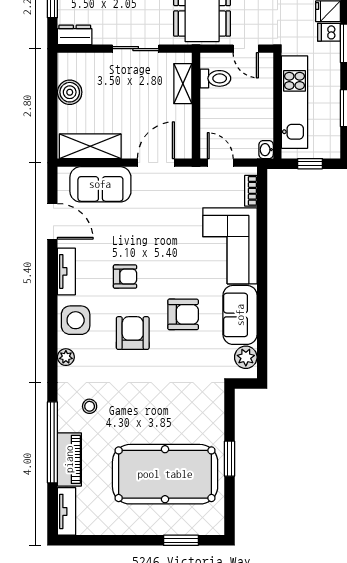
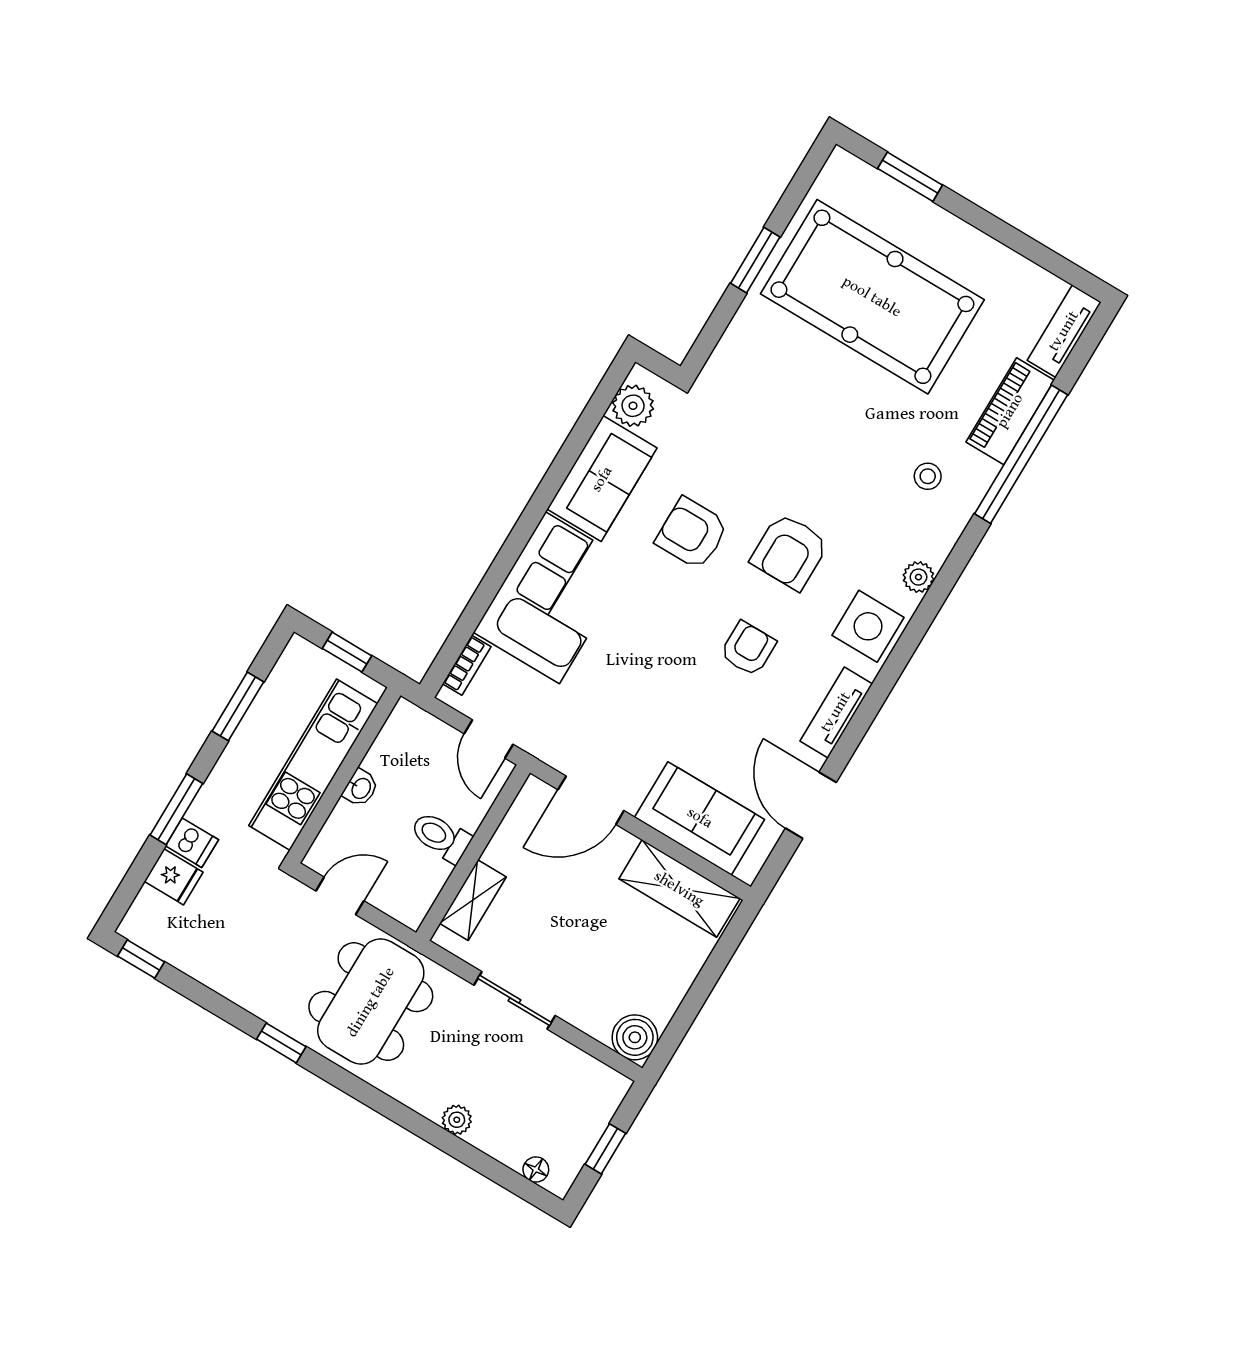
dresser: (75, 35) -> (598, 1080), removed
door: (246, 49) -> (340, 896), hinge flipped
toilet: (215, 78) -> (441, 837), moved
boiler: (70, 92) -> (635, 1037), moved
washbasin: (266, 150) -> (361, 788), moved
armchair: (125, 277) -> (748, 649), turned 90

